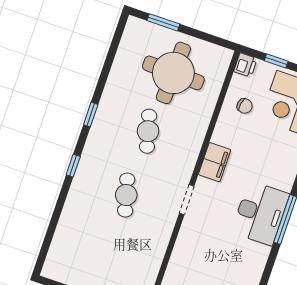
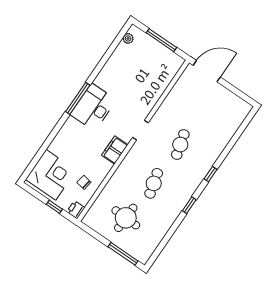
window: (163, 22) -> (123, 254), width x1.44
round table: (173, 73) -> (126, 218), width x0.73, depth x0.73

